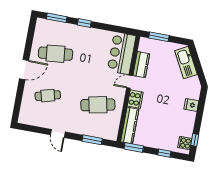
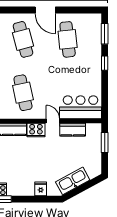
kitchen sink: (186, 63) -> (73, 181), moved
cafe table: (48, 96) -> (23, 39), width x1.37, depth x1.35

